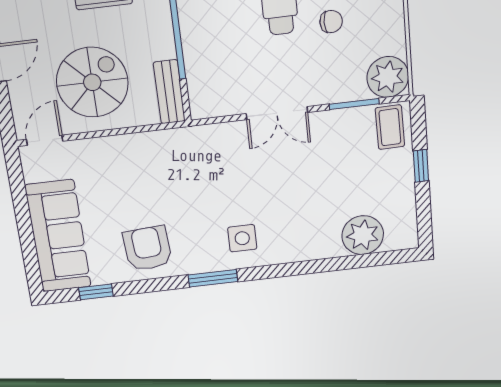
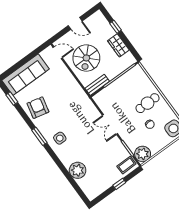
spiral stairs: (92, 82) -> (86, 58), turned 90
plant: (363, 235) -> (78, 170), moved
armchair: (147, 248) -> (38, 108), turned -73

